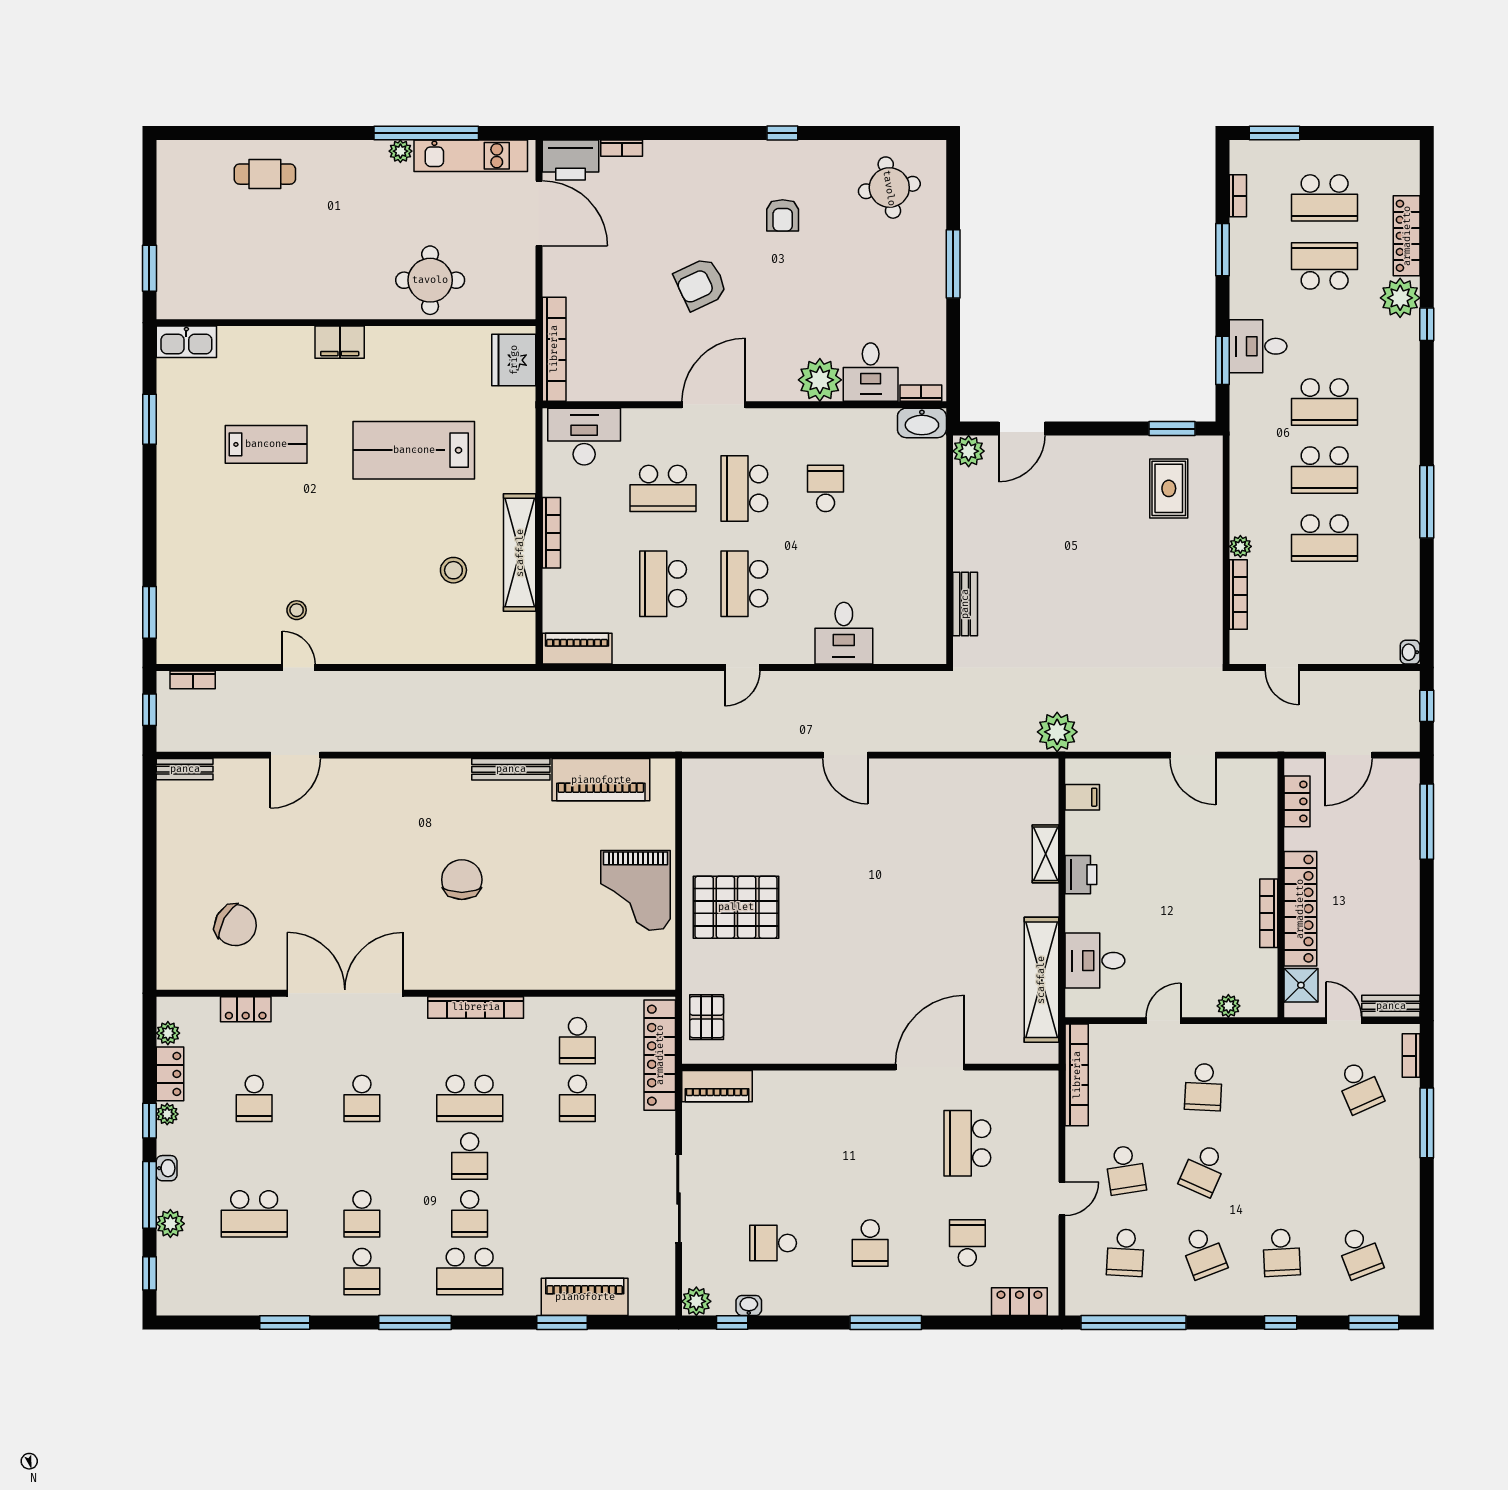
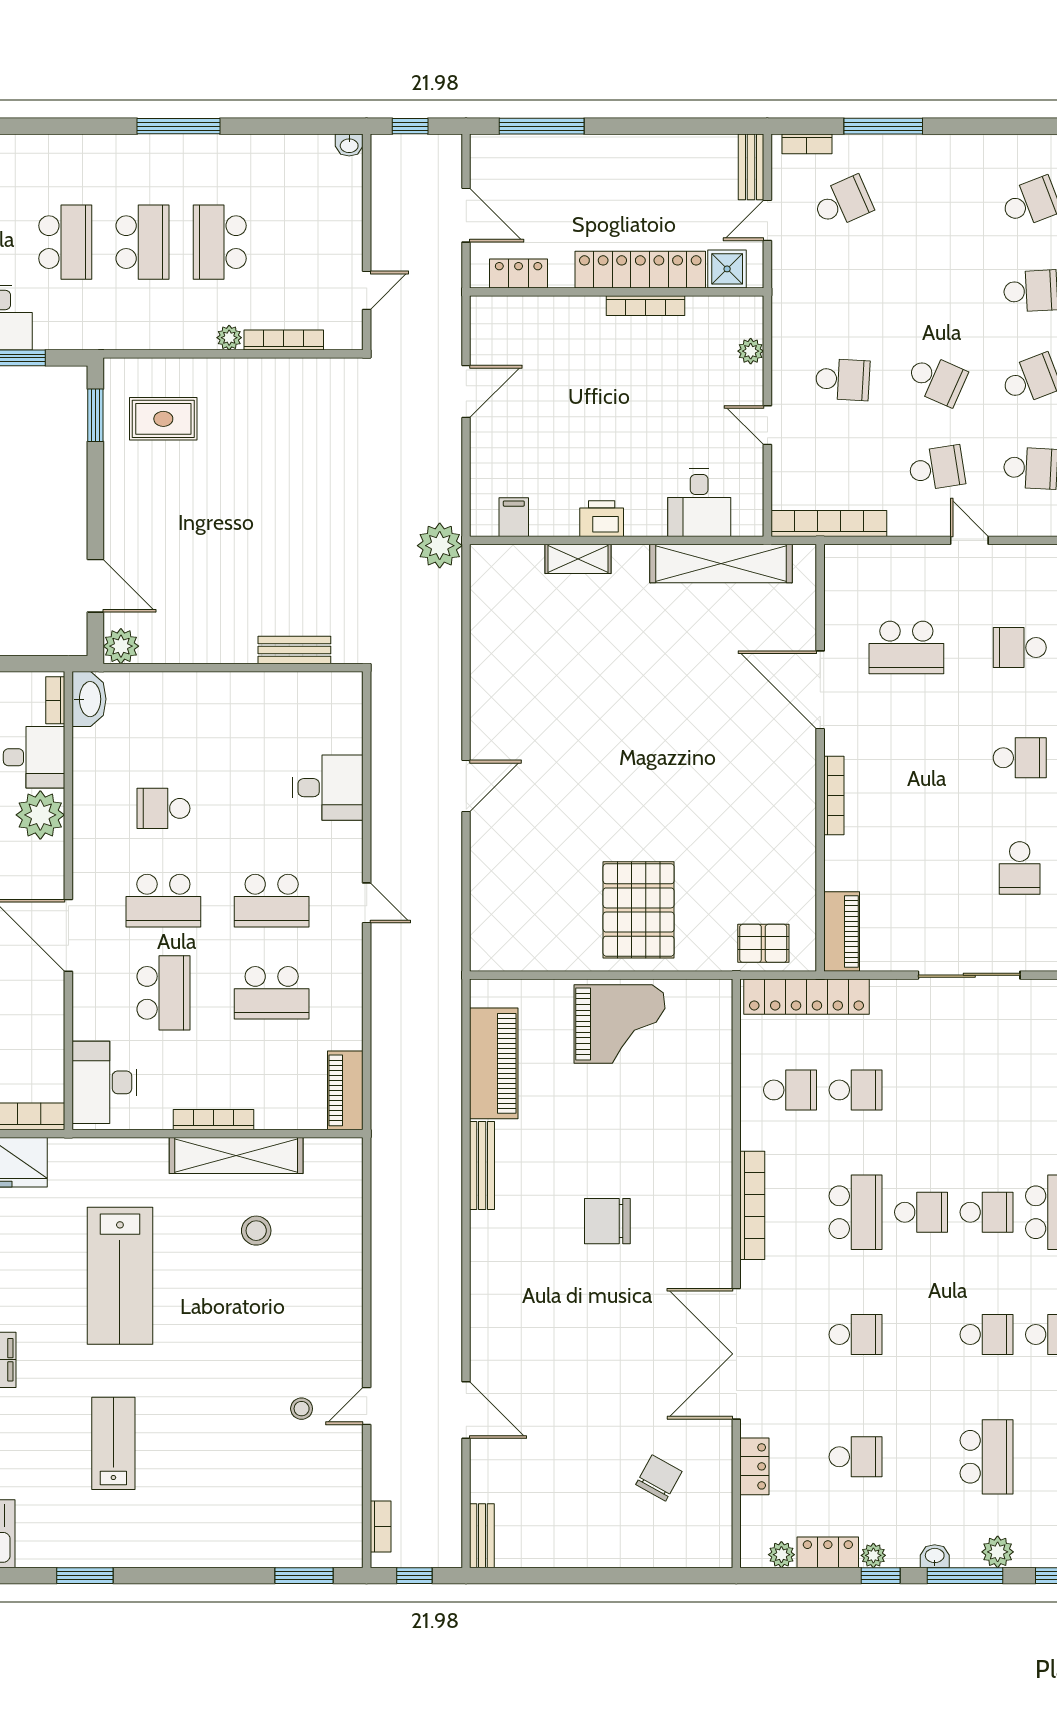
school desk: (1325, 538) -> (220, 242), turned 180
chair: (235, 925) -> (659, 1478), width x0.73, depth x0.73
bookcase: (837, 1079) -> (834, 796), added

